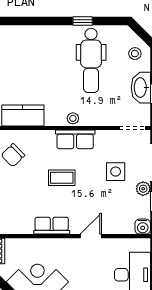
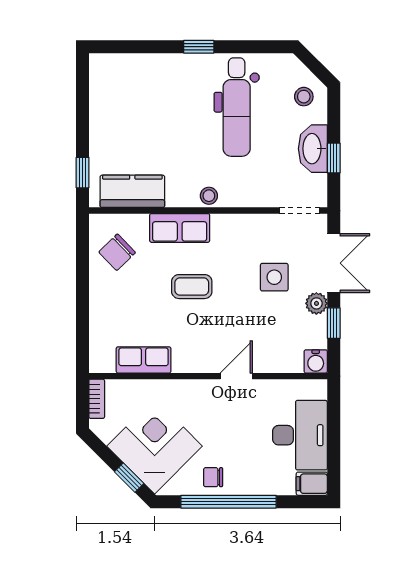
window: (83, 21) -> (199, 47), moved
row of seats: (75, 139) -> (180, 228), moved
row of seats: (52, 226) -> (144, 360), moved

